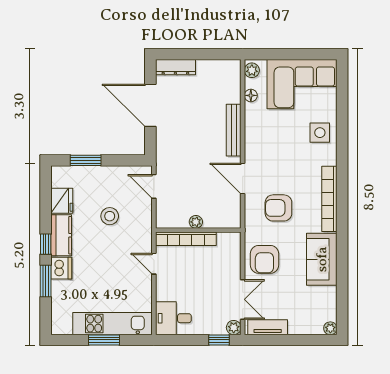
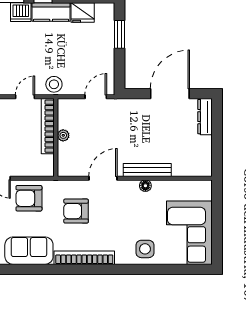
plant: (252, 70) -> (202, 187), removed
floor lamp: (251, 95) -> (145, 186), moved
armchair: (278, 208) -> (76, 211), turned -90
stool: (110, 216) -> (54, 84), moved

